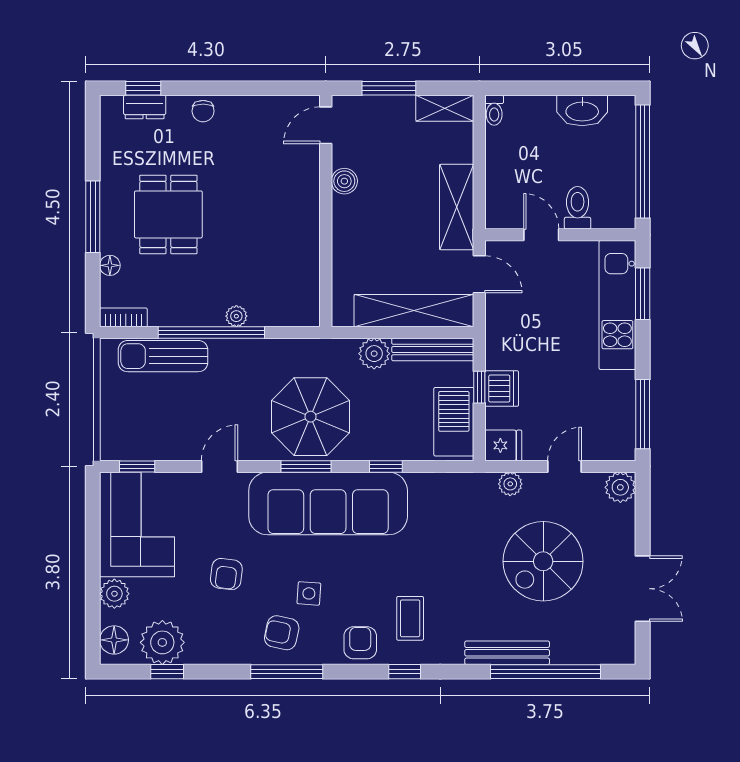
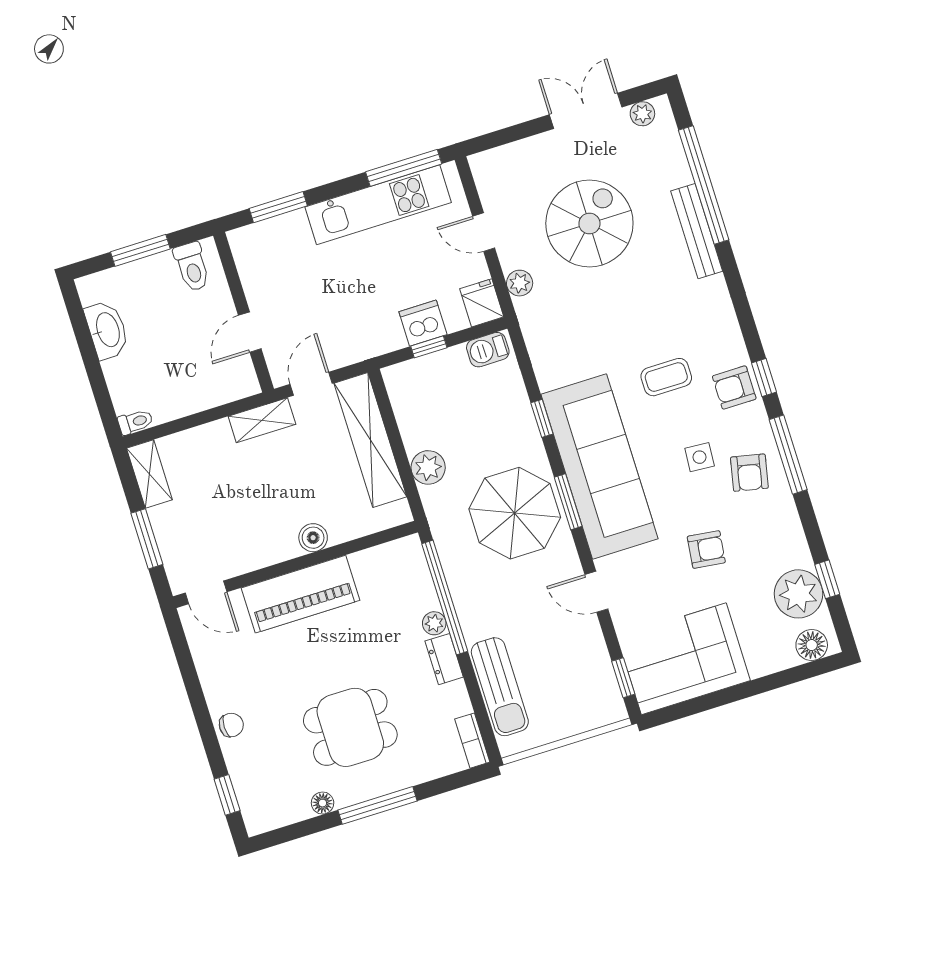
dresser: (145, 107) -> (444, 659), moved, turned 180
window: (643, 162) -> (140, 250), width x0.47
boiler: (344, 181) -> (313, 538), moved
piano: (298, 207) -> (301, 594), added
shelving: (457, 207) -> (262, 420), width x0.67, depth x0.75
toilet: (578, 208) -> (192, 267), moved, turned -90
floor lamp: (110, 265) -> (323, 803), moved
kitchen unit: (617, 305) -> (378, 205), moved
window: (211, 332) -> (445, 597), moved
bench: (433, 349) -> (405, 408), removed
barbecue: (454, 422) -> (488, 350), width x0.53, depth x0.65
plant: (620, 487) -> (642, 114), moved, width x0.73, depth x0.73
spiral stairs: (543, 561) -> (589, 223), turned -90
plant: (114, 594) -> (763, 660), removed
coffee table: (410, 618) -> (666, 377), moved
window: (405, 672) -> (764, 378), moved

